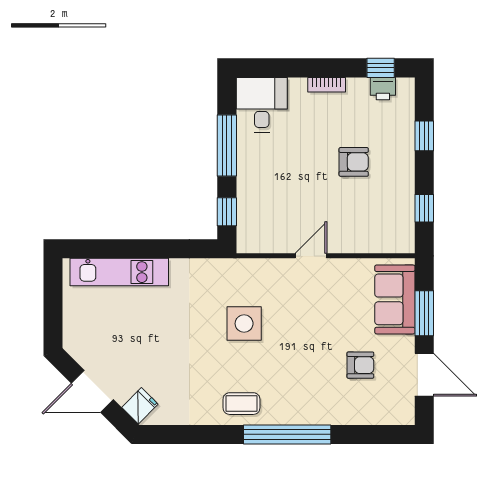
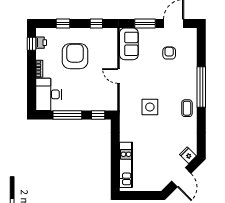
desk: (262, 105) -> (48, 94), width x1.37
armchair: (354, 162) -> (75, 56), width x1.88, depth x1.88
sofa: (395, 299) -> (129, 44), moved, turned -90

